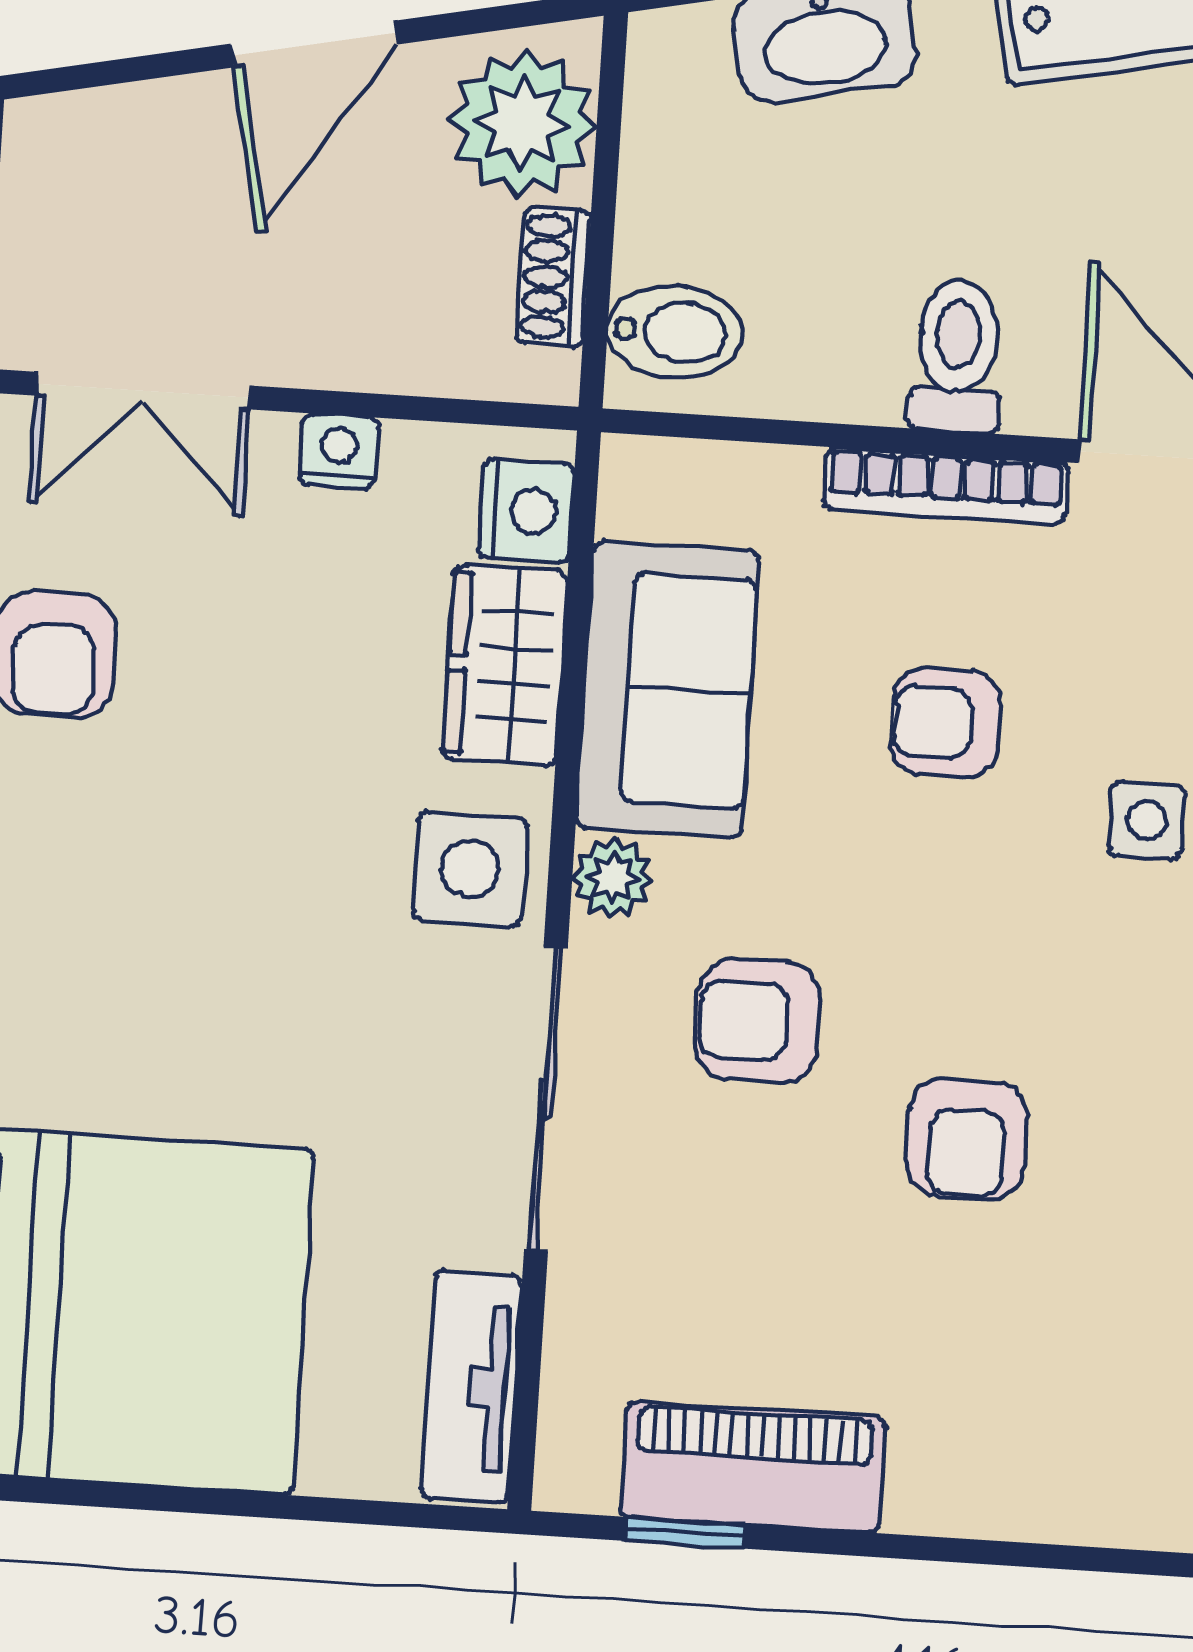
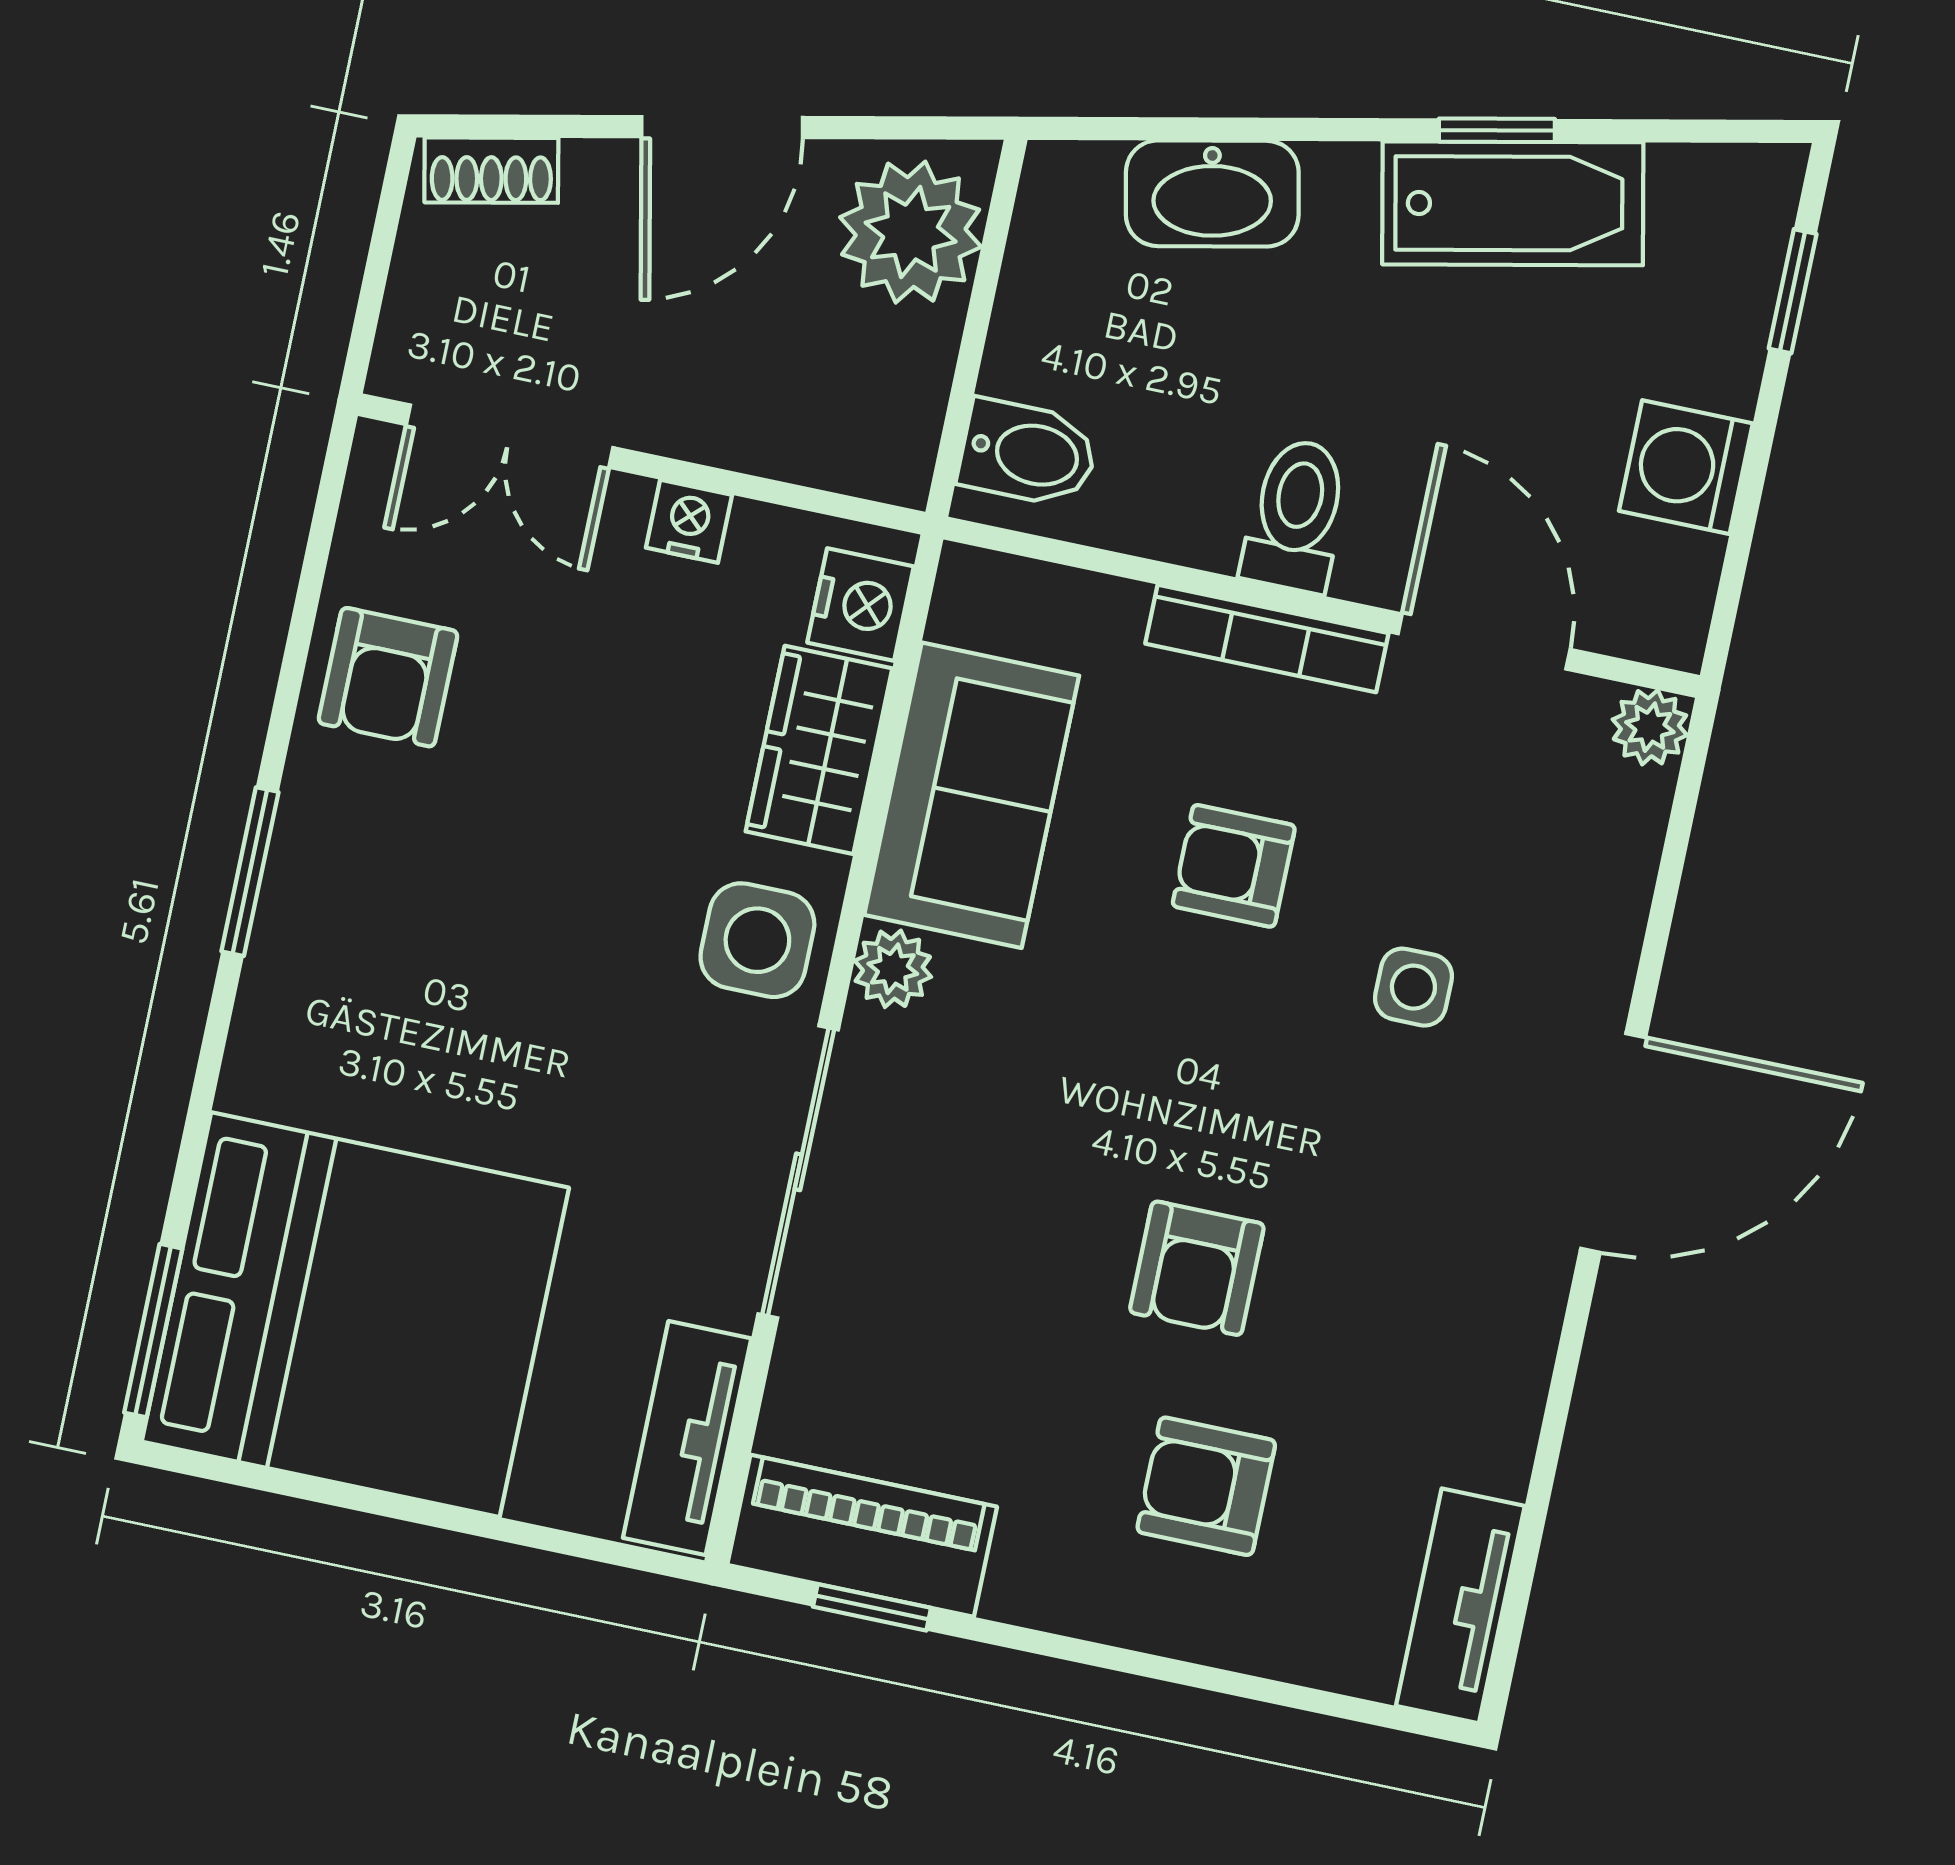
shoe rack: (553, 277) -> (491, 170), moved, turned -102
armchair: (758, 1021) -> (1206, 1486), moved
piano: (753, 1467) -> (862, 1536), moved

